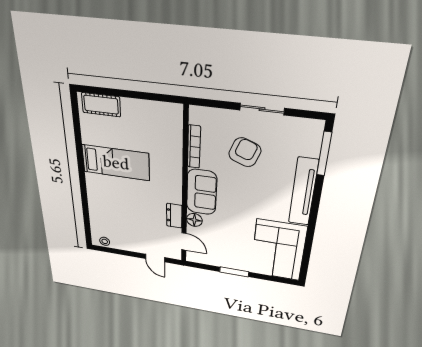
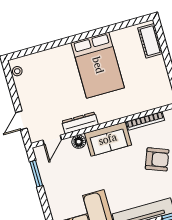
bed: (116, 163) -> (98, 65), width x1.50
dresser: (174, 216) -> (80, 123), width x1.44
window: (234, 272) -> (36, 174), moved

